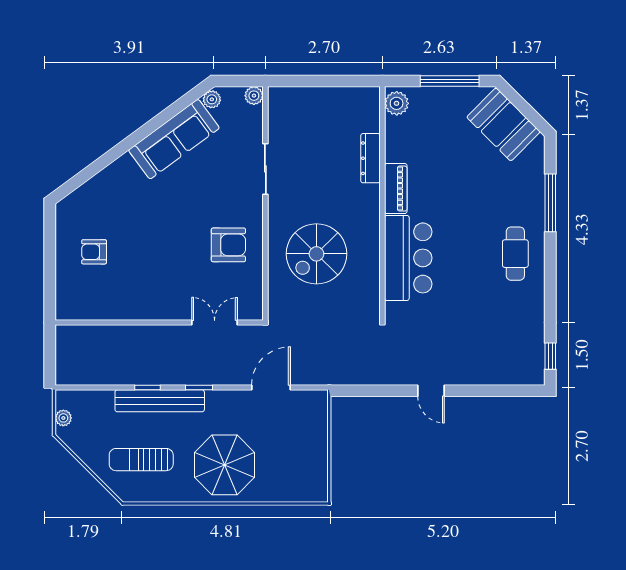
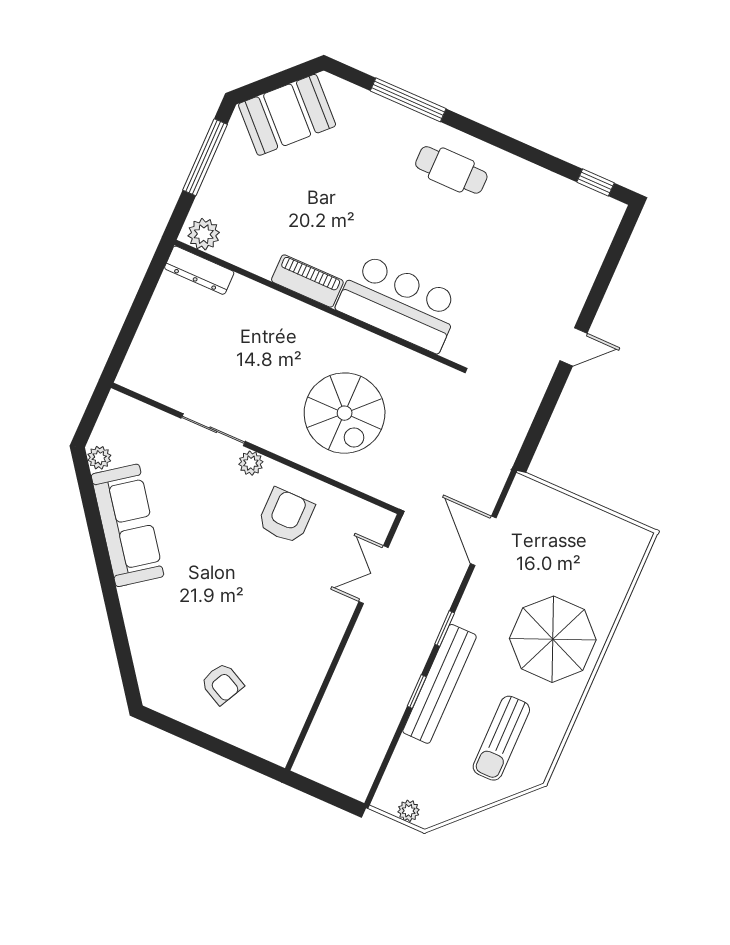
plant: (254, 96) -> (251, 463), moved
dresser: (370, 158) -> (199, 270), moved
armchair: (94, 252) -> (222, 684), turned -63

